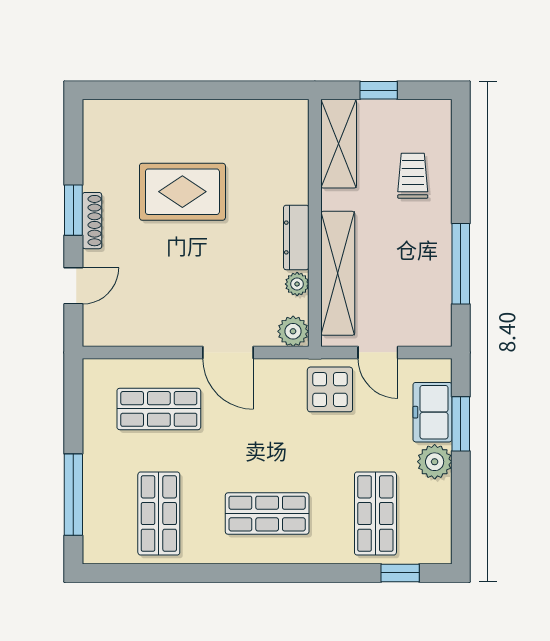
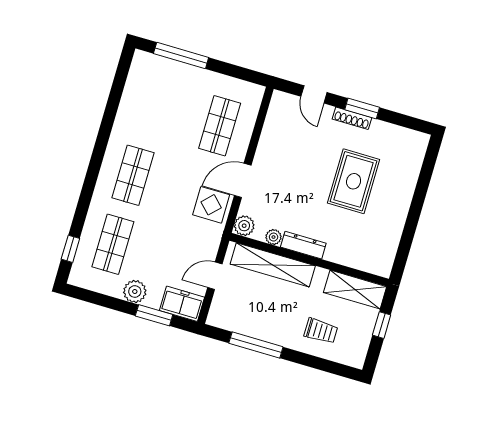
display table: (330, 389) -> (211, 205), moved
freezer: (432, 412) -> (182, 304), moved
shop shelf: (159, 514) -> (153, 106), removed
shop shelf: (375, 514) -> (113, 244), turned 90

